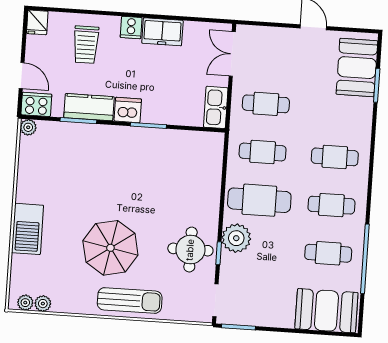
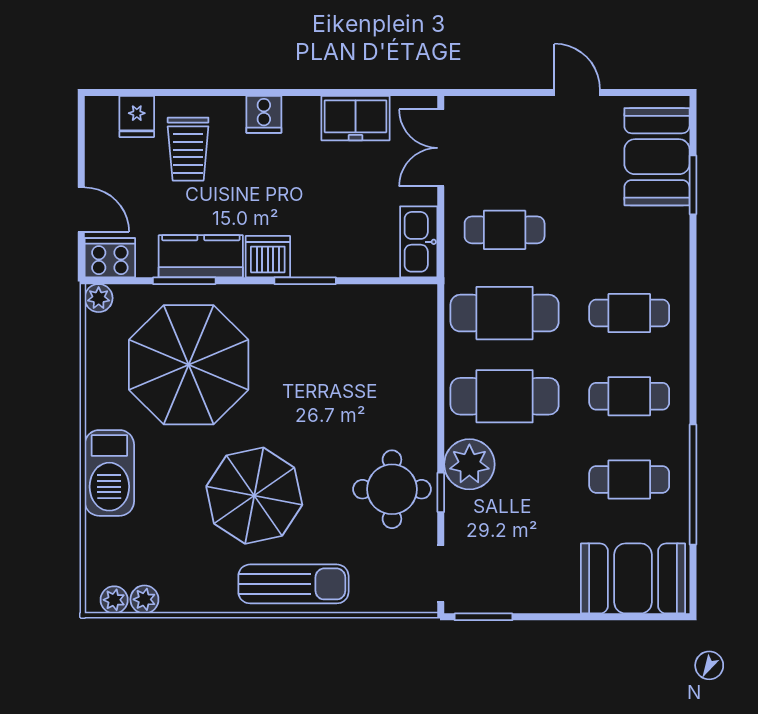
fridge: (37, 22) -> (137, 116), moved
freezer: (162, 32) -> (356, 118), moved
cafe table: (263, 152) -> (505, 313), width x1.37, depth x1.35
parasol: (78, 169) -> (189, 365), added

